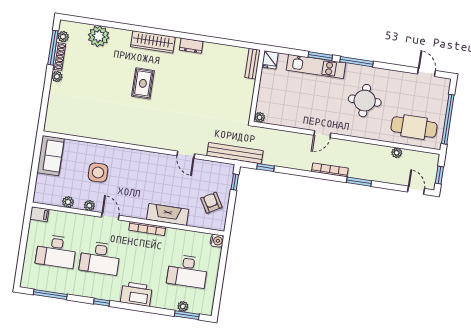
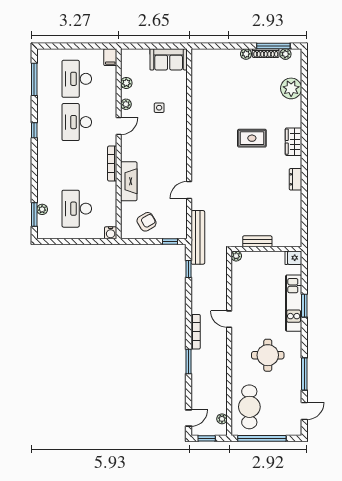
wardrobe: (153, 42) -> (293, 142), width x0.67
window: (356, 62) -> (304, 374), moved
bench: (252, 64) -> (257, 241), moved
plant: (397, 153) -> (222, 419), moved
side table: (98, 172) -> (159, 108), width x0.54, depth x0.54
printer: (136, 294) -> (47, 163), removed

